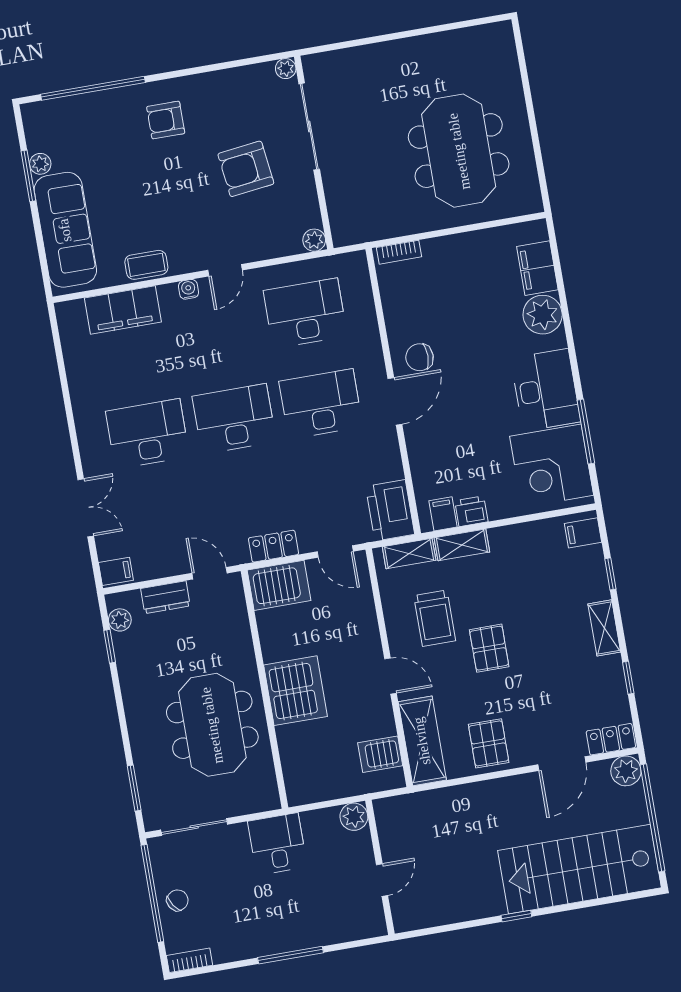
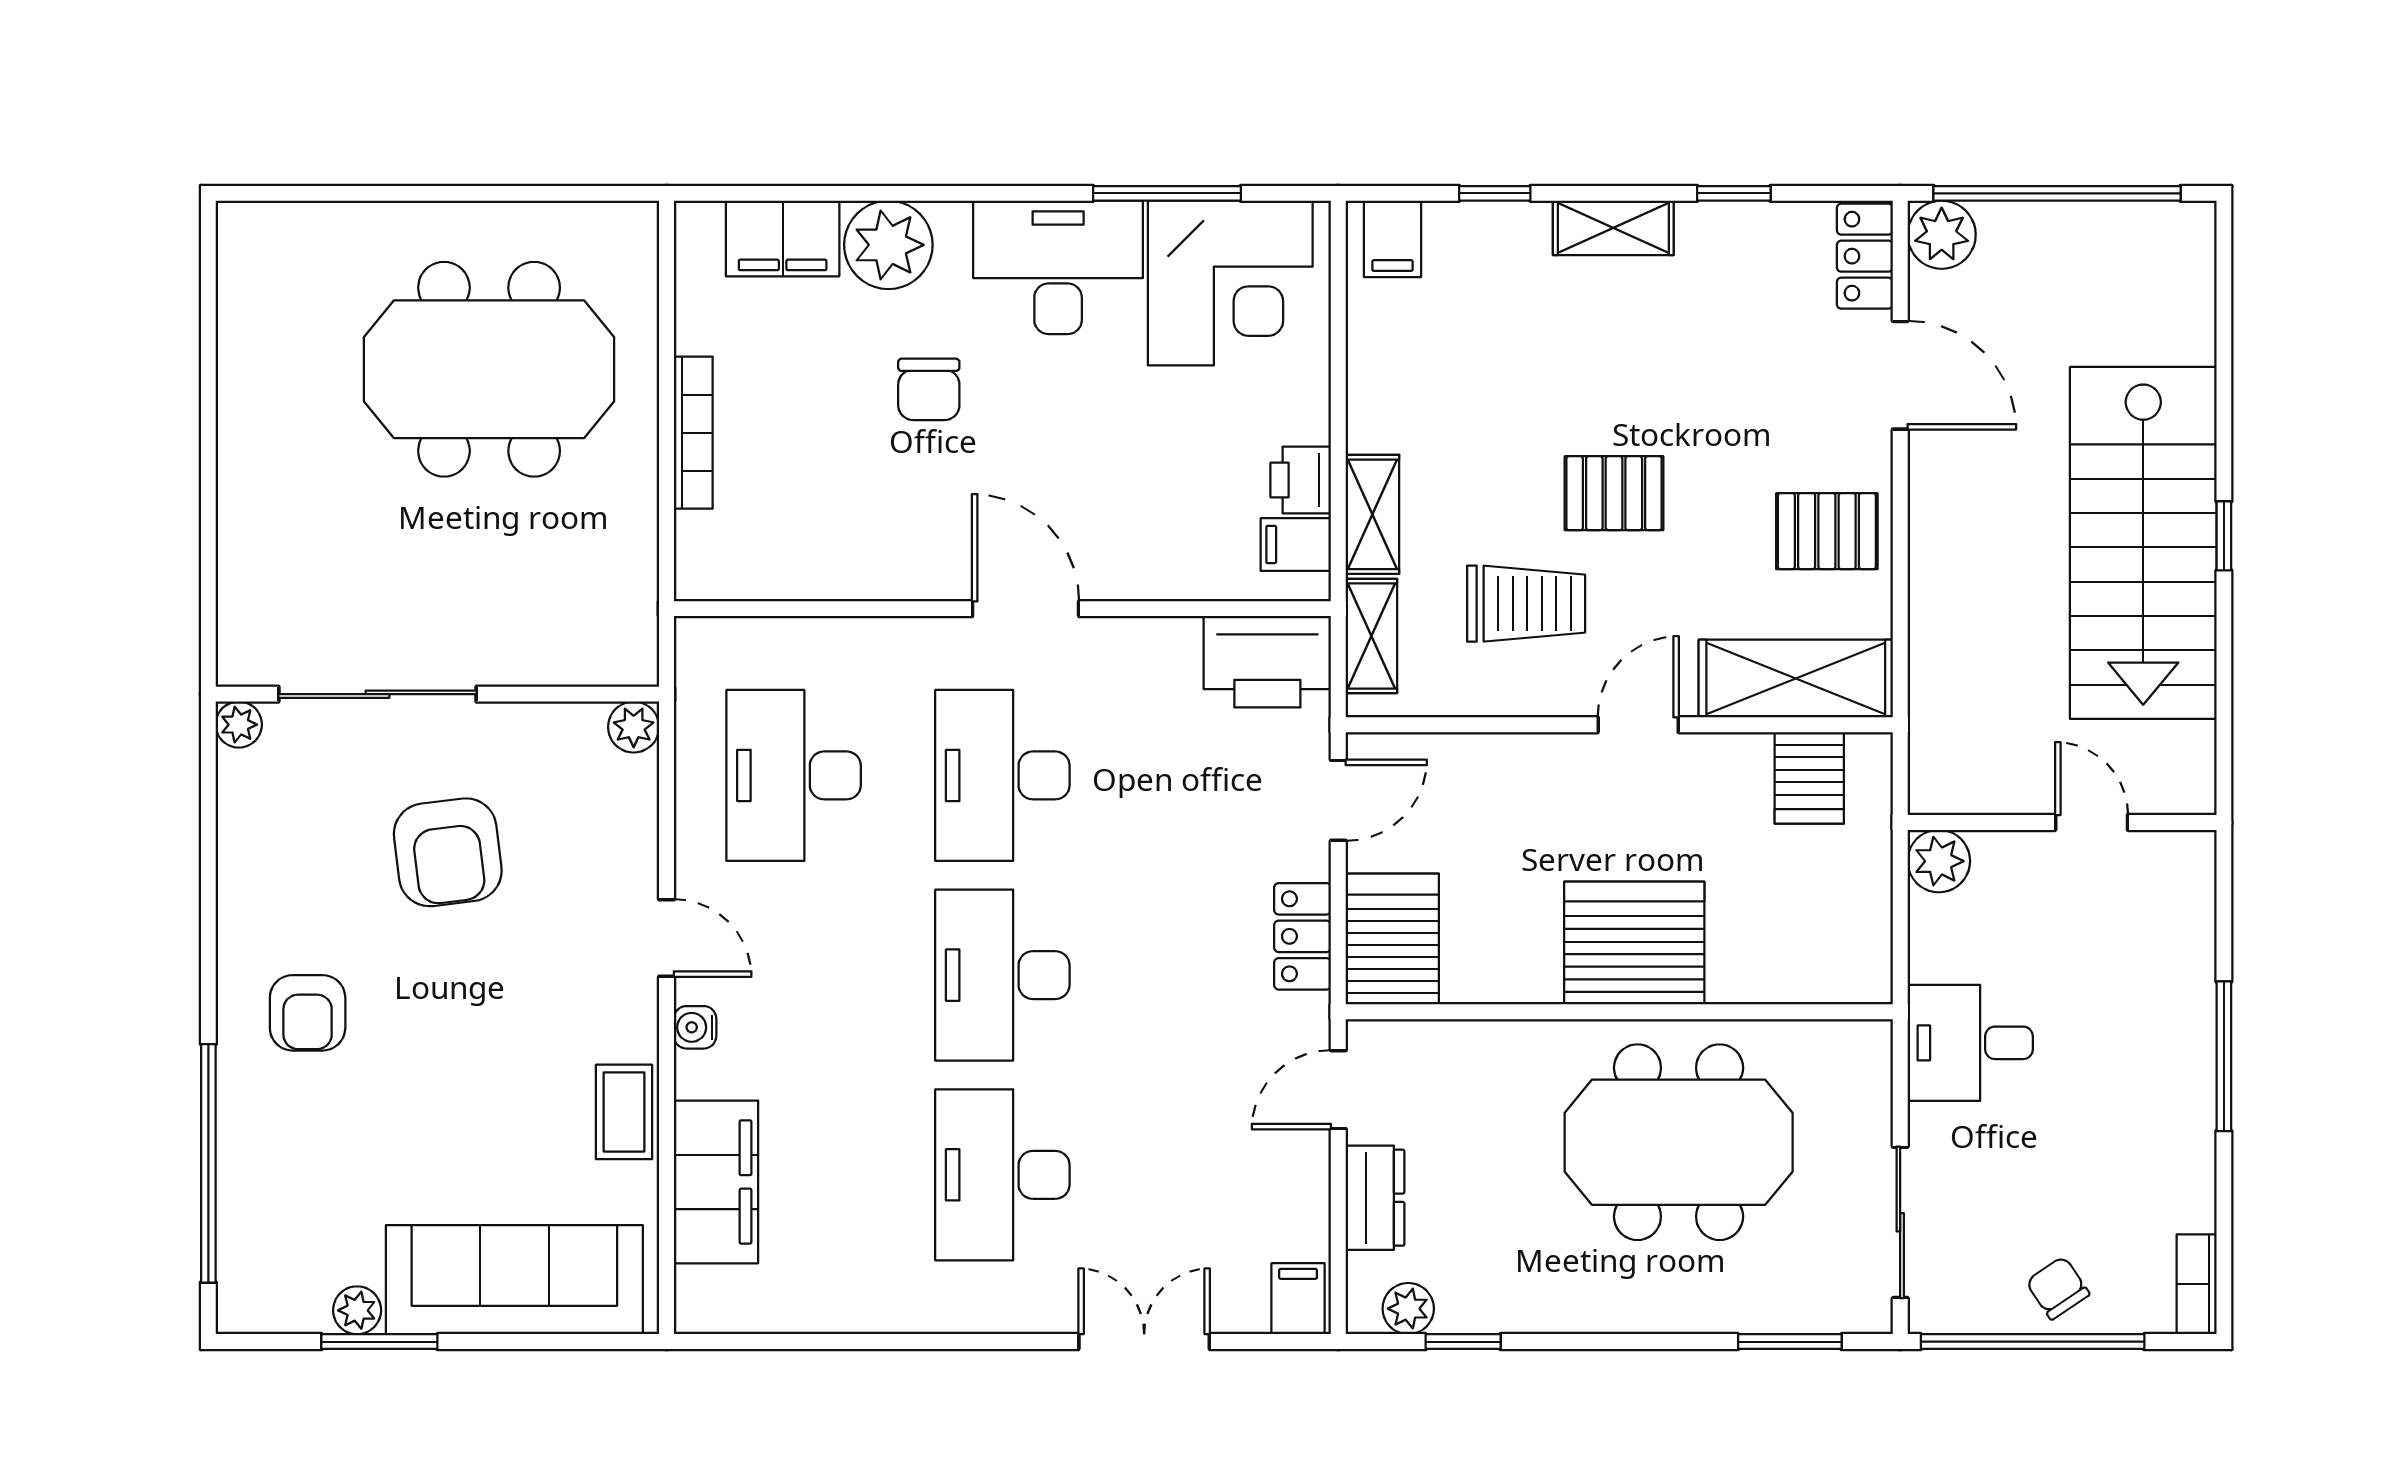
bookcase: (399, 252) -> (693, 433), moved, width x1.56
chair: (420, 357) -> (929, 389), moved
stairs: (579, 869) -> (2143, 543), moved

